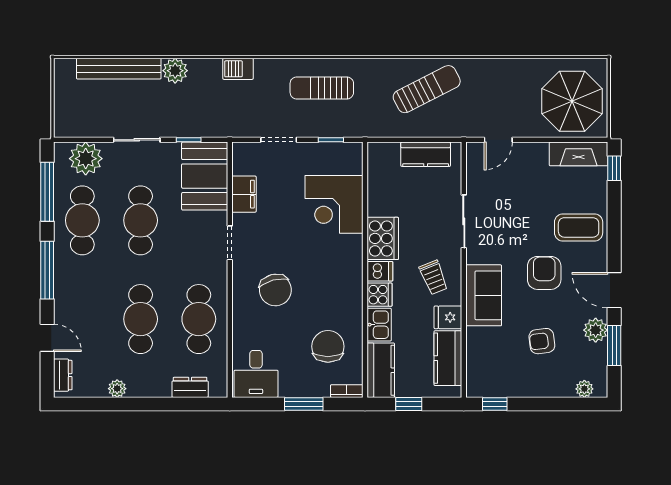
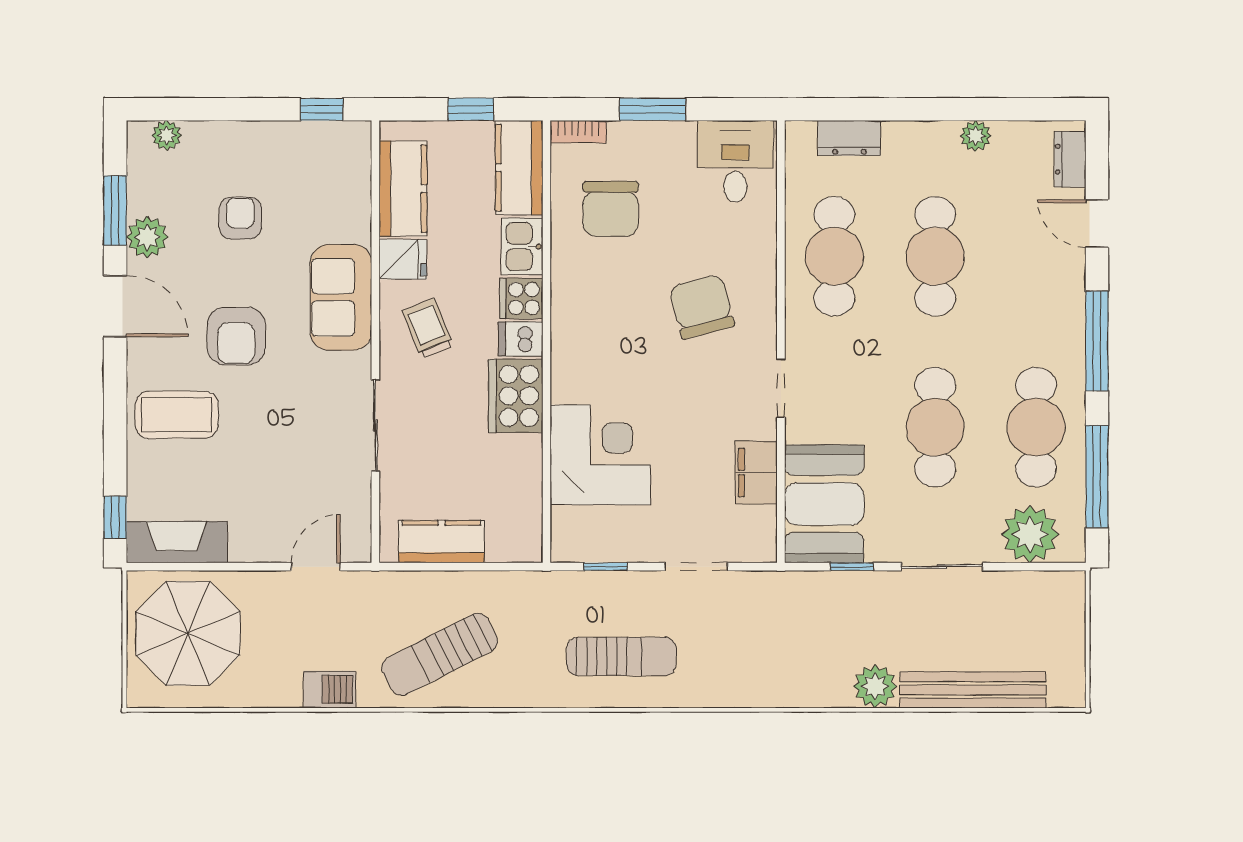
barbecue: (238, 69) -> (330, 689), moved
armchair: (542, 341) -> (240, 218), turned -83

